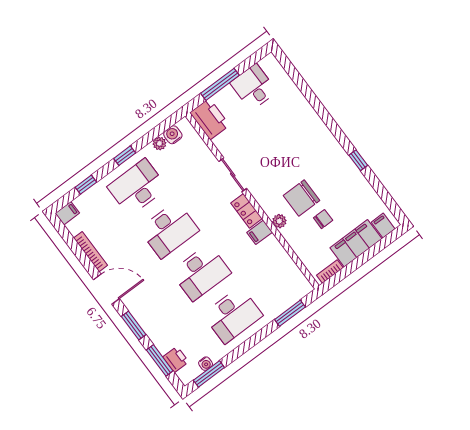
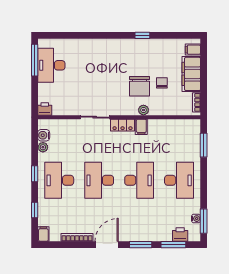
window: (220, 84) -> (35, 60), moved
desk: (254, 87) -> (51, 65), width x1.37
printer: (210, 119) -> (45, 109), width x0.53, depth x0.68
desk: (169, 230) -> (99, 180), turned 180

